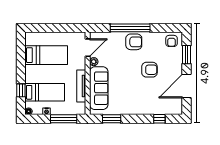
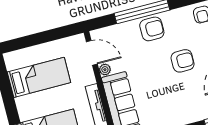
door: (88, 48) -> (92, 53), hinge flipped

